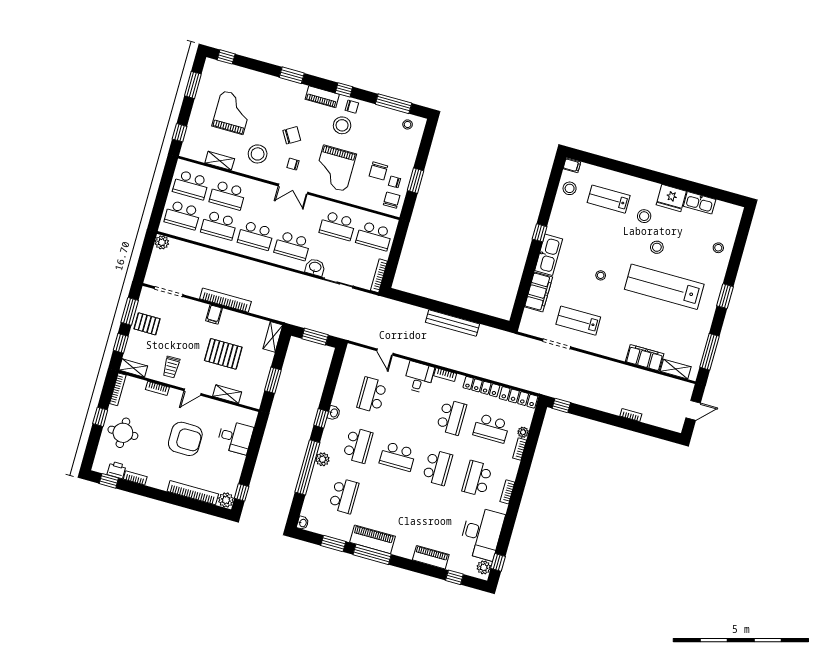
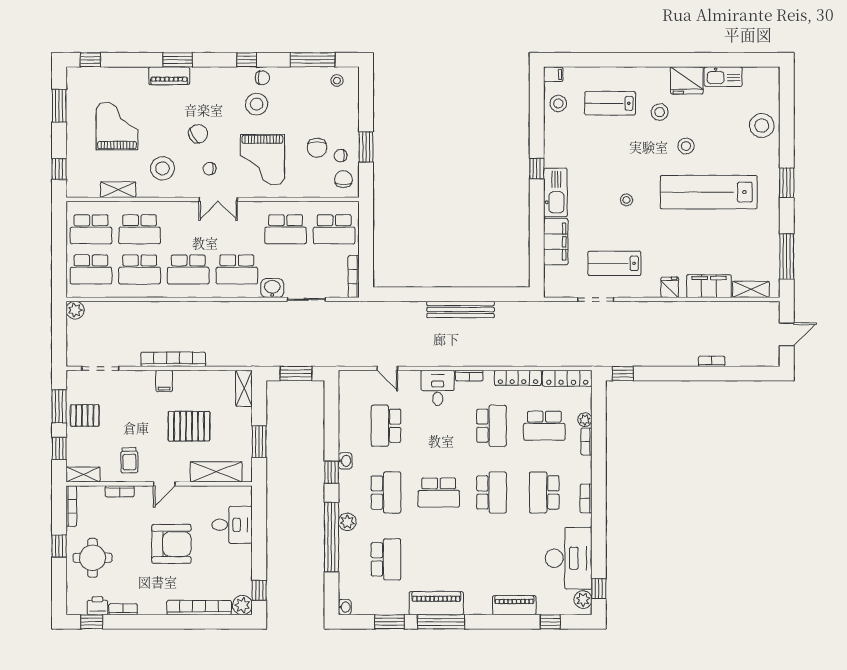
piano: (322, 97) -> (169, 76), moved
stool: (718, 248) -> (762, 126), width x1.89, depth x1.89
fridge: (615, 350) -> (670, 287), added
shelving: (227, 394) -> (216, 472), width x1.50, depth x1.33

